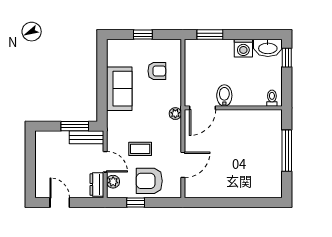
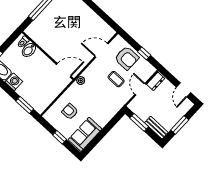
sofa: (119, 89) -> (85, 134), moved
bidet: (224, 96) -> (29, 50), moved
bench: (86, 137) -> (156, 128), moved
window: (30, 162) -> (180, 125), added
plant: (113, 182) -> (146, 75), removed

